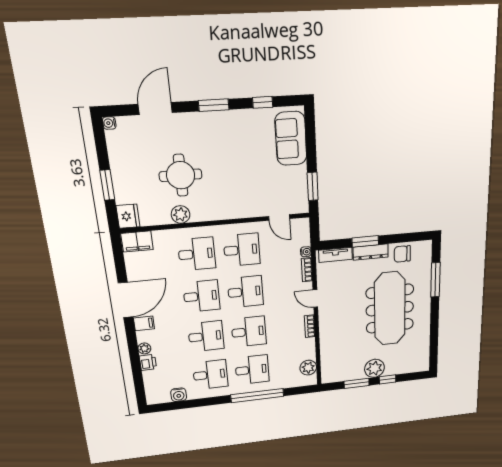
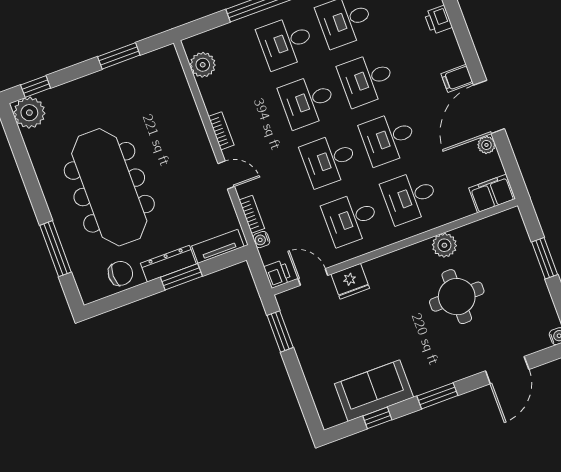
sofa: (291, 139) -> (374, 391), moved, turned -90
fridge: (128, 216) -> (350, 281), moved, turned -90
printer: (302, 226) -> (278, 274), added
plant: (144, 348) -> (486, 145), moved
plant: (374, 368) -> (29, 113), moved
window: (388, 379) -> (36, 86), moved

